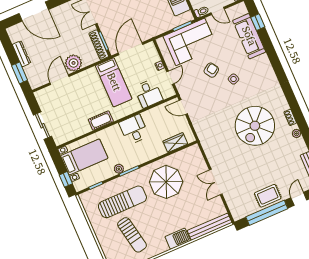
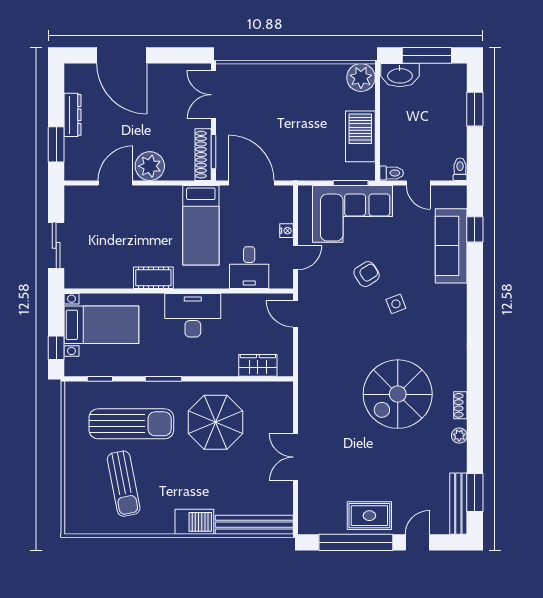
door: (130, 49) -> (251, 183), hinge flipped
desk: (134, 129) -> (193, 315), width x1.37
plant: (119, 169) -> (149, 368), removed

